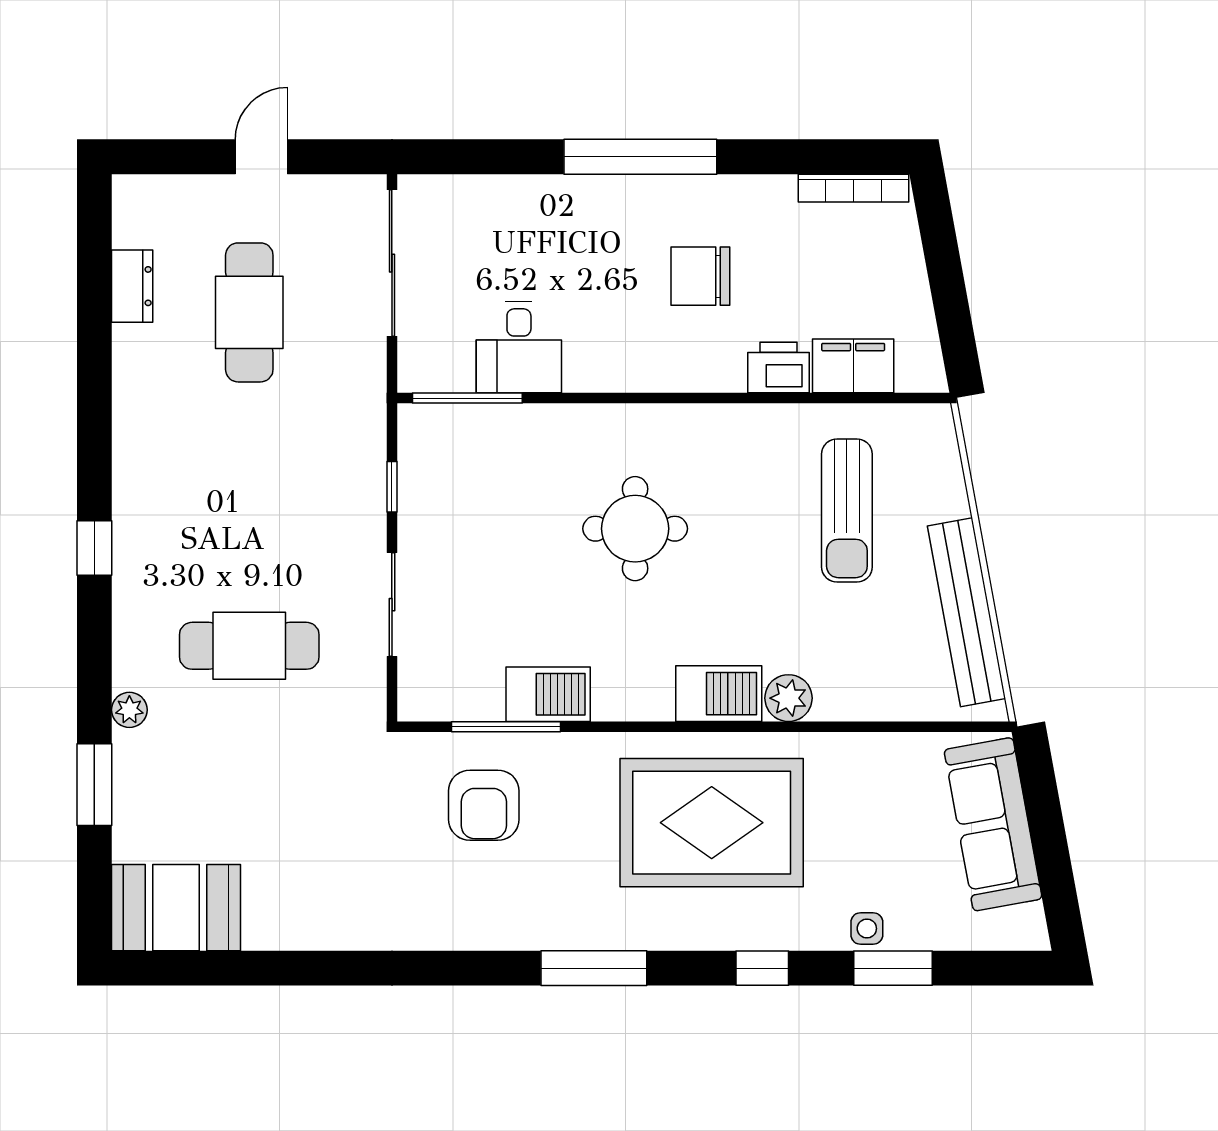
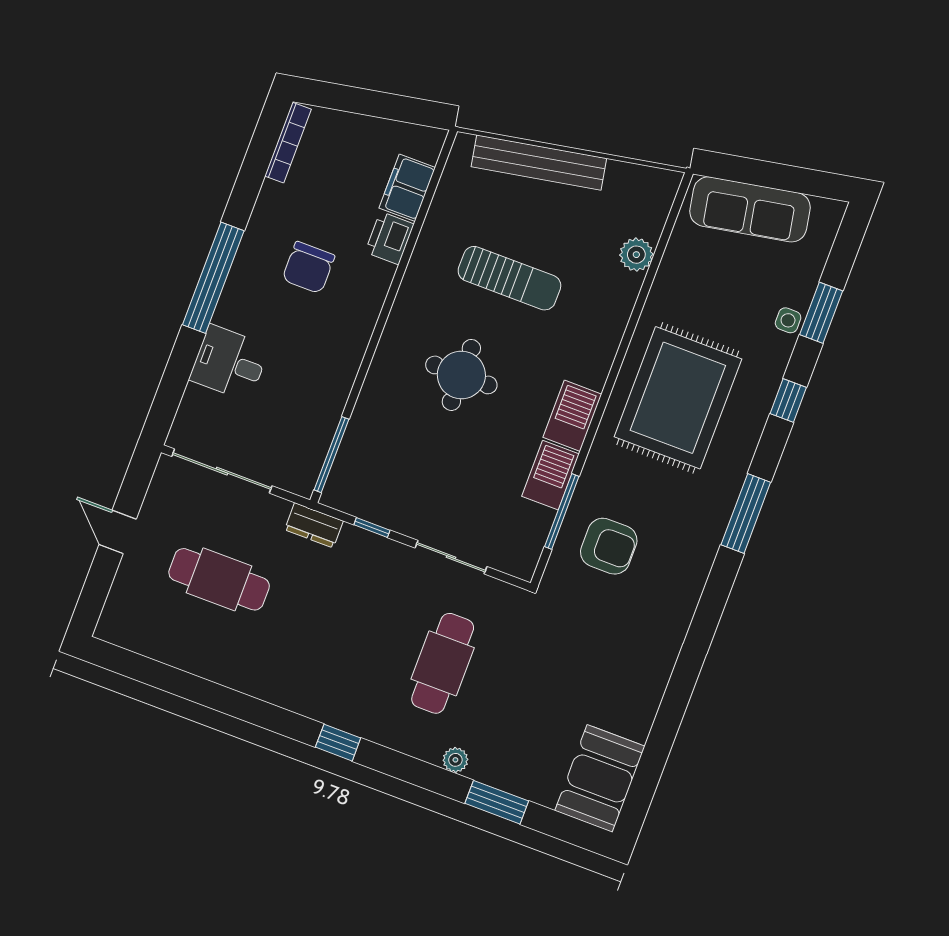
dresser: (132, 286) -> (314, 525), moved, turned 180
desk: (519, 347) -> (229, 363), moved, turned 180
sun lounger: (847, 511) -> (509, 278), moved
bench: (967, 612) -> (539, 163), moved
barbecue: (719, 694) -> (572, 416), moved
plant: (788, 698) -> (636, 255), moved

